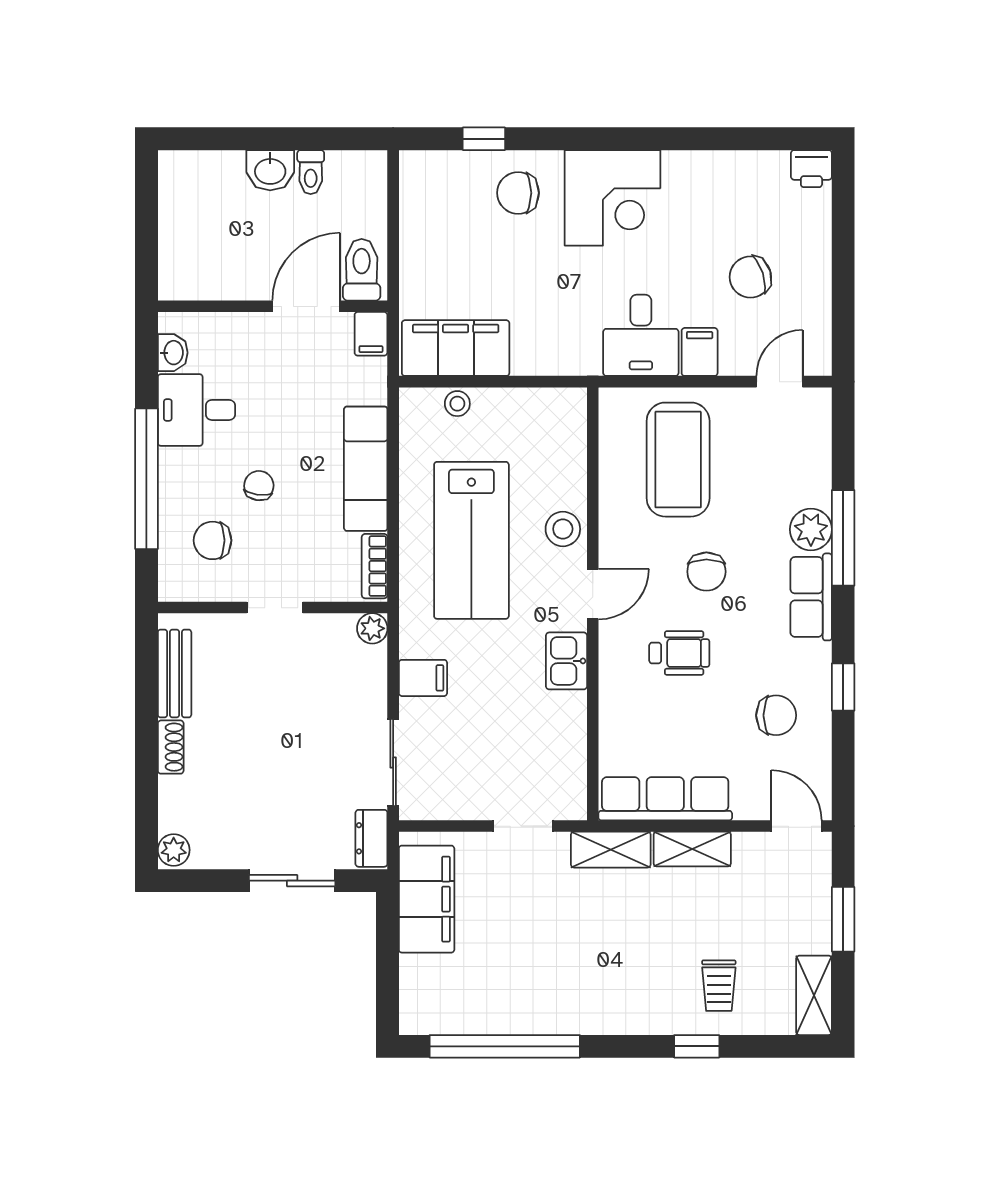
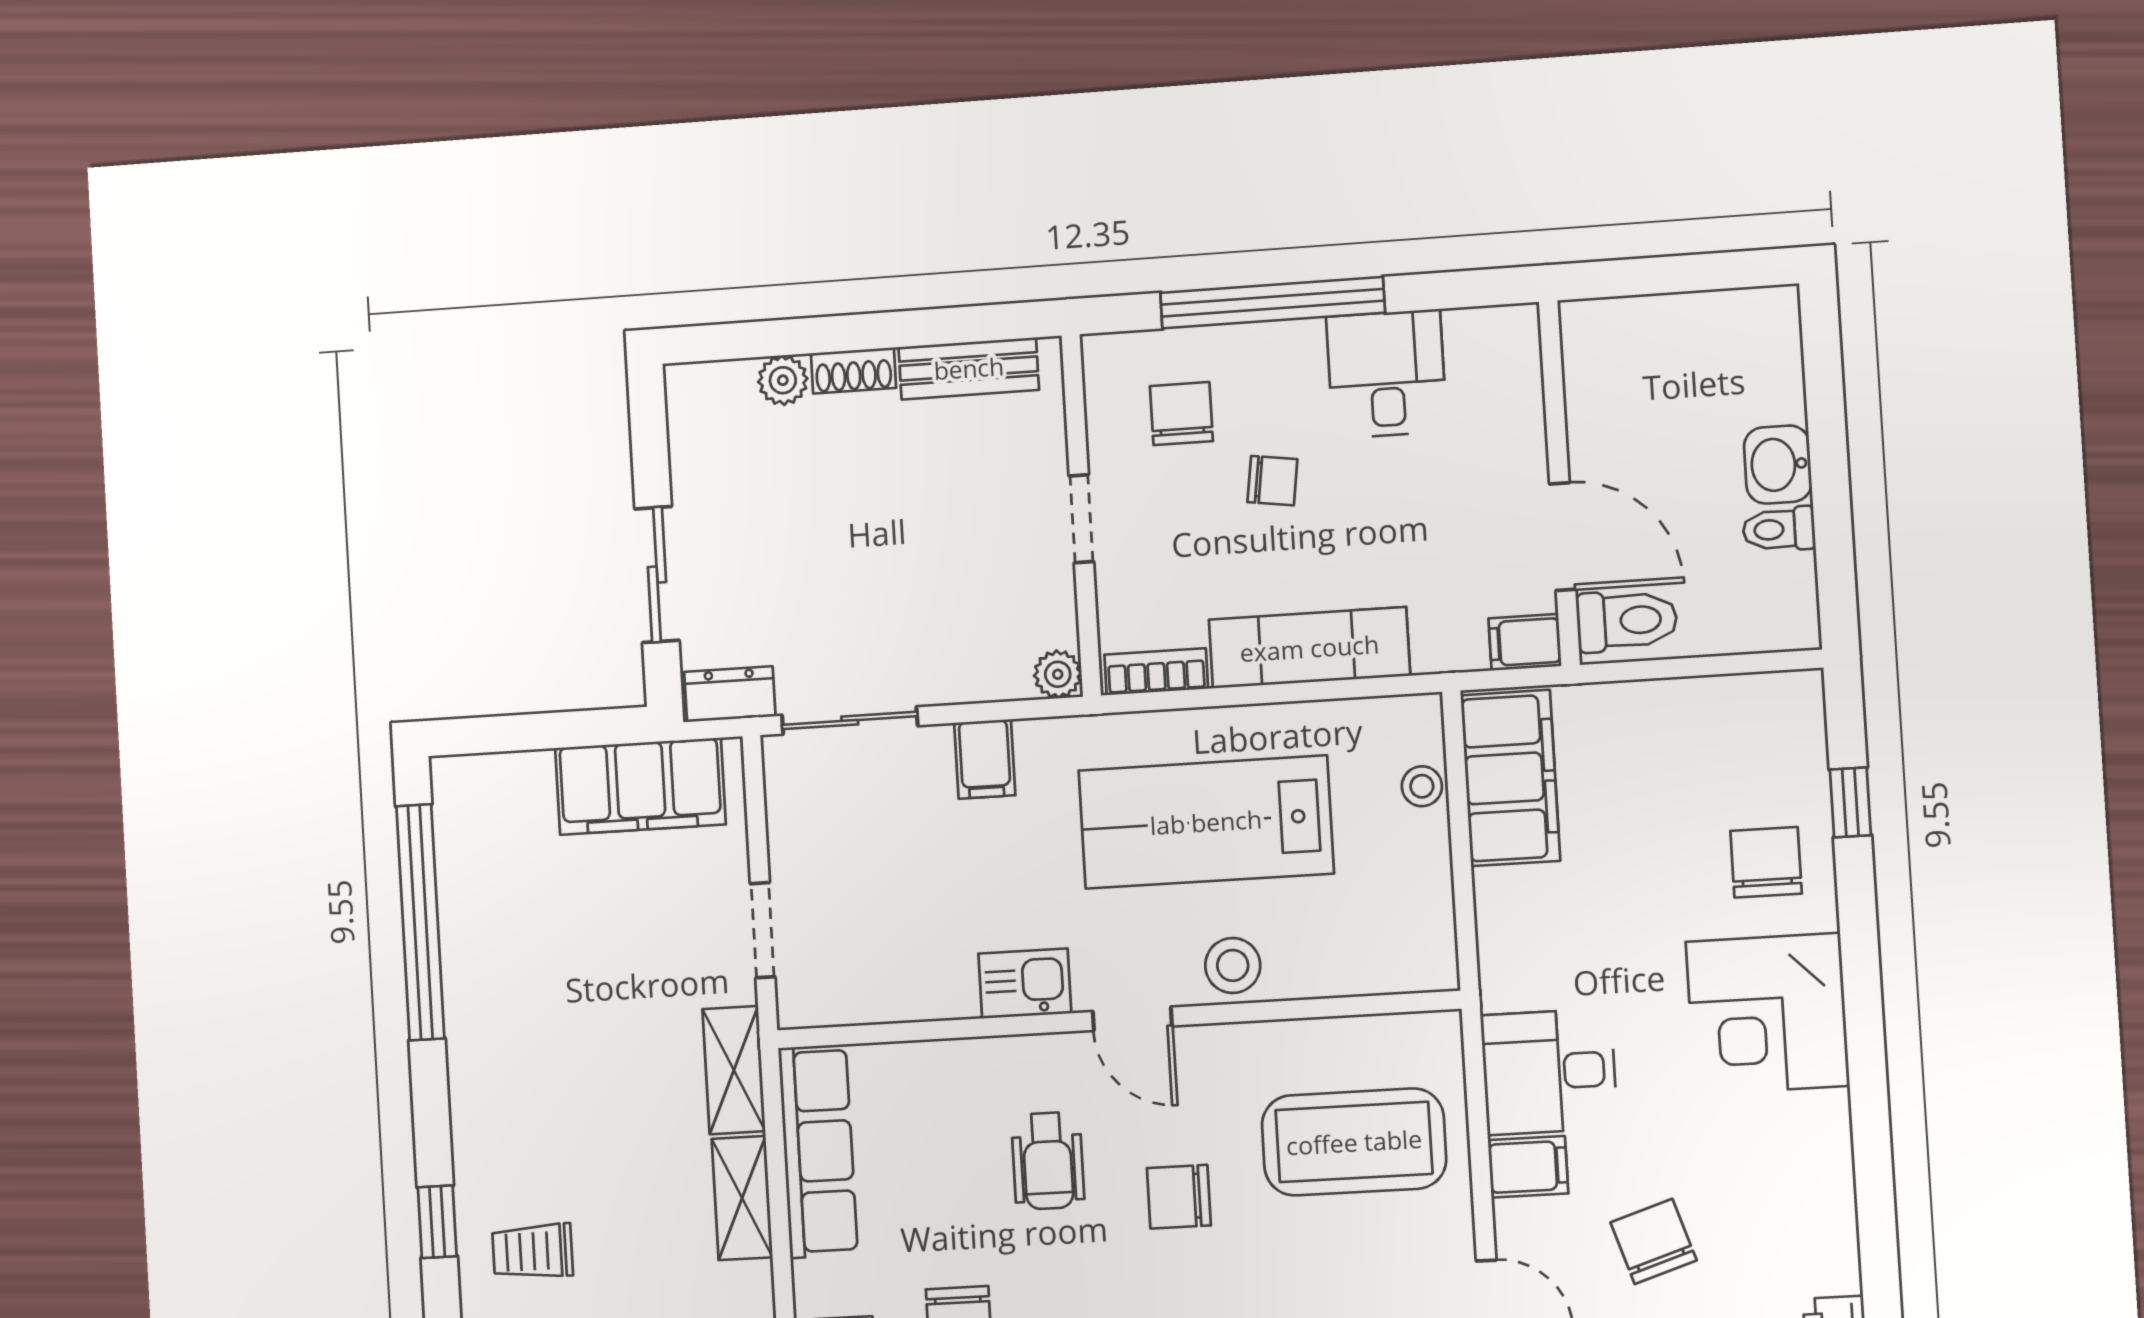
washbasin: (173, 353) -> (1476, 330), removed
plant: (174, 850) -> (783, 380), moved

